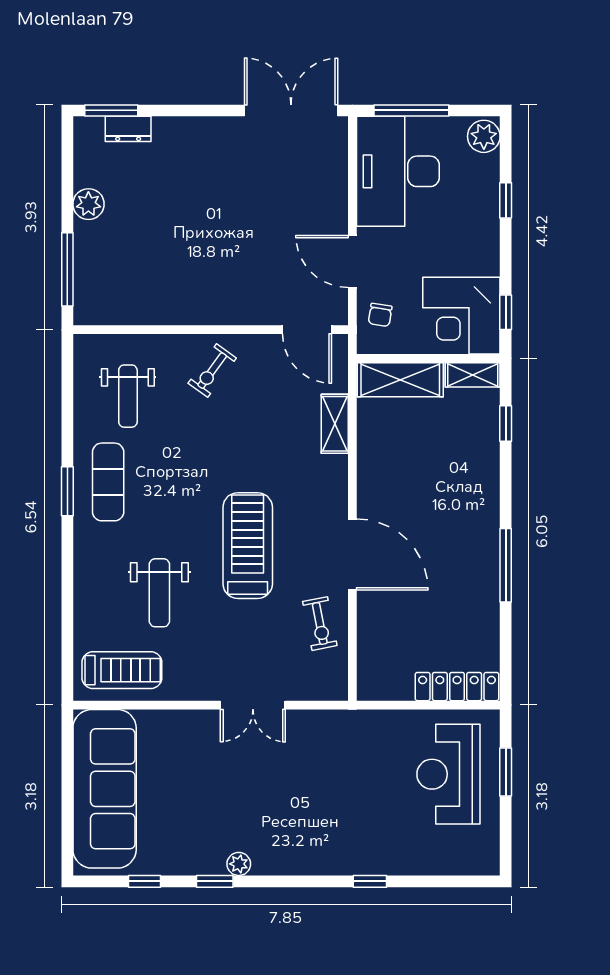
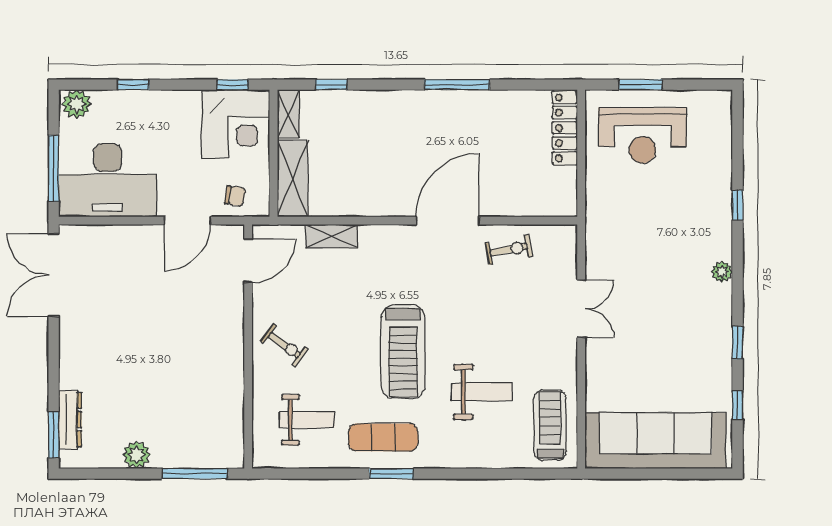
dresser: (128, 129) -> (70, 420), width x1.44
treadmill: (248, 546) -> (403, 352), moved, turned -90
plant: (239, 864) -> (722, 272), moved

